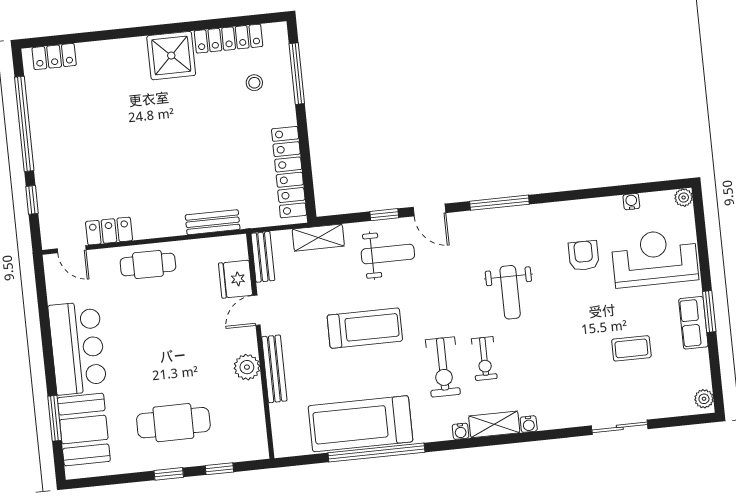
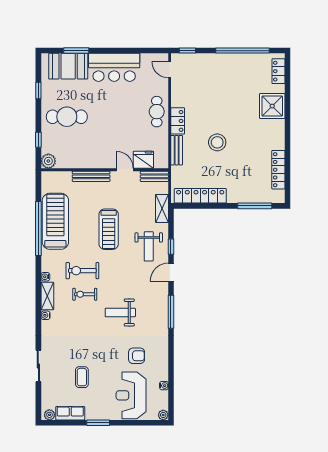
shower: (171, 56) -> (272, 106), moved
stool: (254, 83) -> (217, 142), moved, width x1.89, depth x1.89
window: (32, 200) -> (187, 51), moved
locker: (109, 231) -> (178, 121), moved
door: (72, 249) -> (170, 70), hinge flipped
reception desk: (655, 258) -> (131, 395), turned 180
row of seats: (693, 323) -> (70, 413), moved
plant: (247, 367) -> (48, 161), moved
cafe table: (173, 423) -> (67, 117), turned 90
window: (169, 474) -> (38, 90), moved

